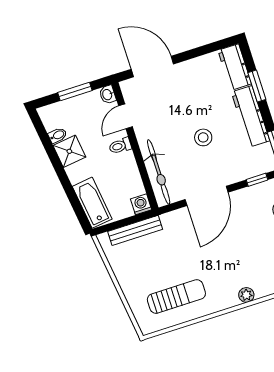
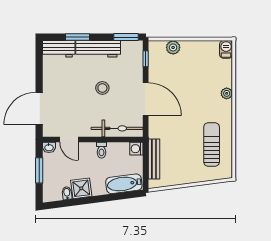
toilet: (120, 146) -> (101, 150), moved

